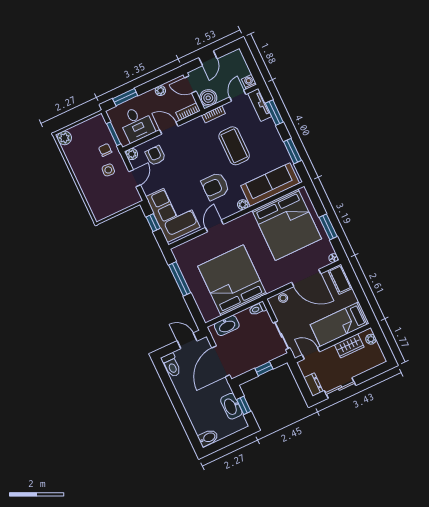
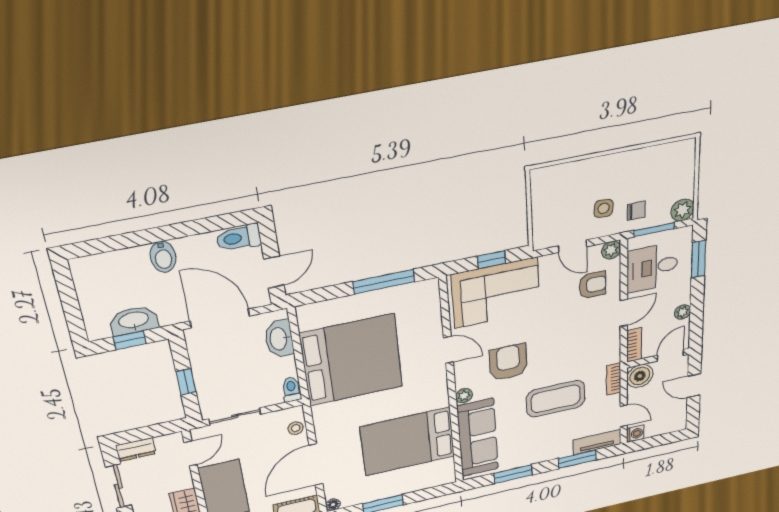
plant: (64, 138) -> (682, 210), moved
bed: (287, 225) -> (408, 442), width x0.73
bidet: (208, 438) -> (163, 257), moved

